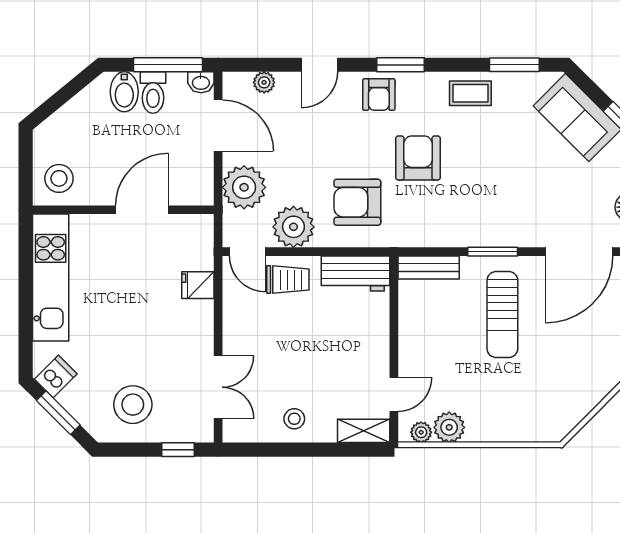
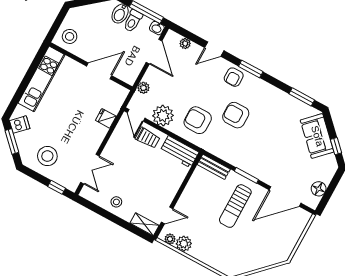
coffee table: (470, 93) -> (275, 99), removed
armchair: (418, 158) -> (236, 115), turned -90
plant: (244, 187) -> (143, 88), width x0.53, depth x0.53

